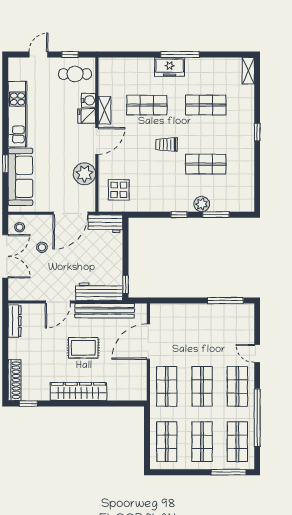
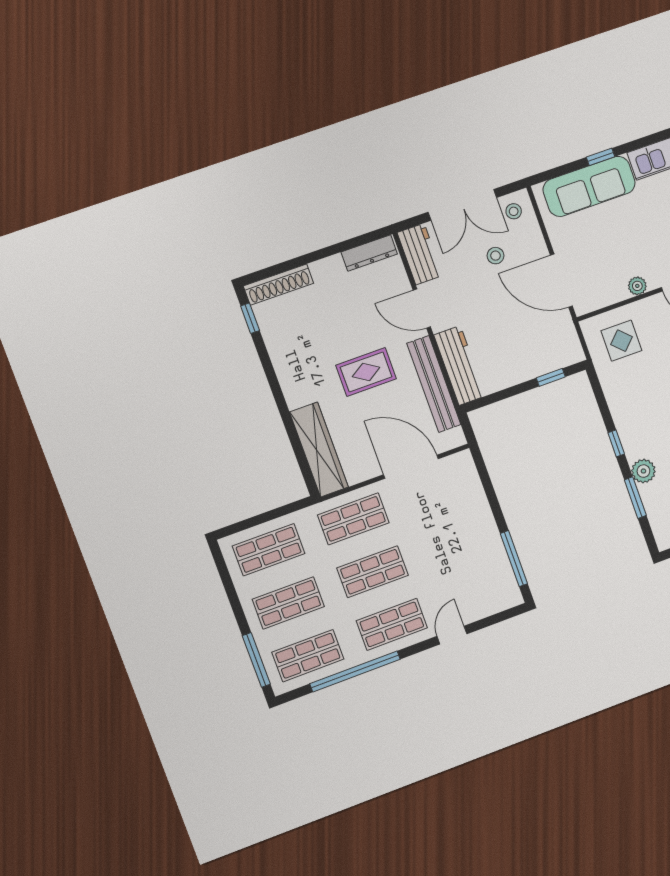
plant: (84, 174) -> (637, 286), width x0.53, depth x0.53
workbench: (105, 224) -> (420, 254), moved, turned 180
window: (126, 285) -> (551, 377), moved
rug: (83, 348) -> (366, 372), turned 90
wardrobe: (78, 392) -> (319, 450), moved

